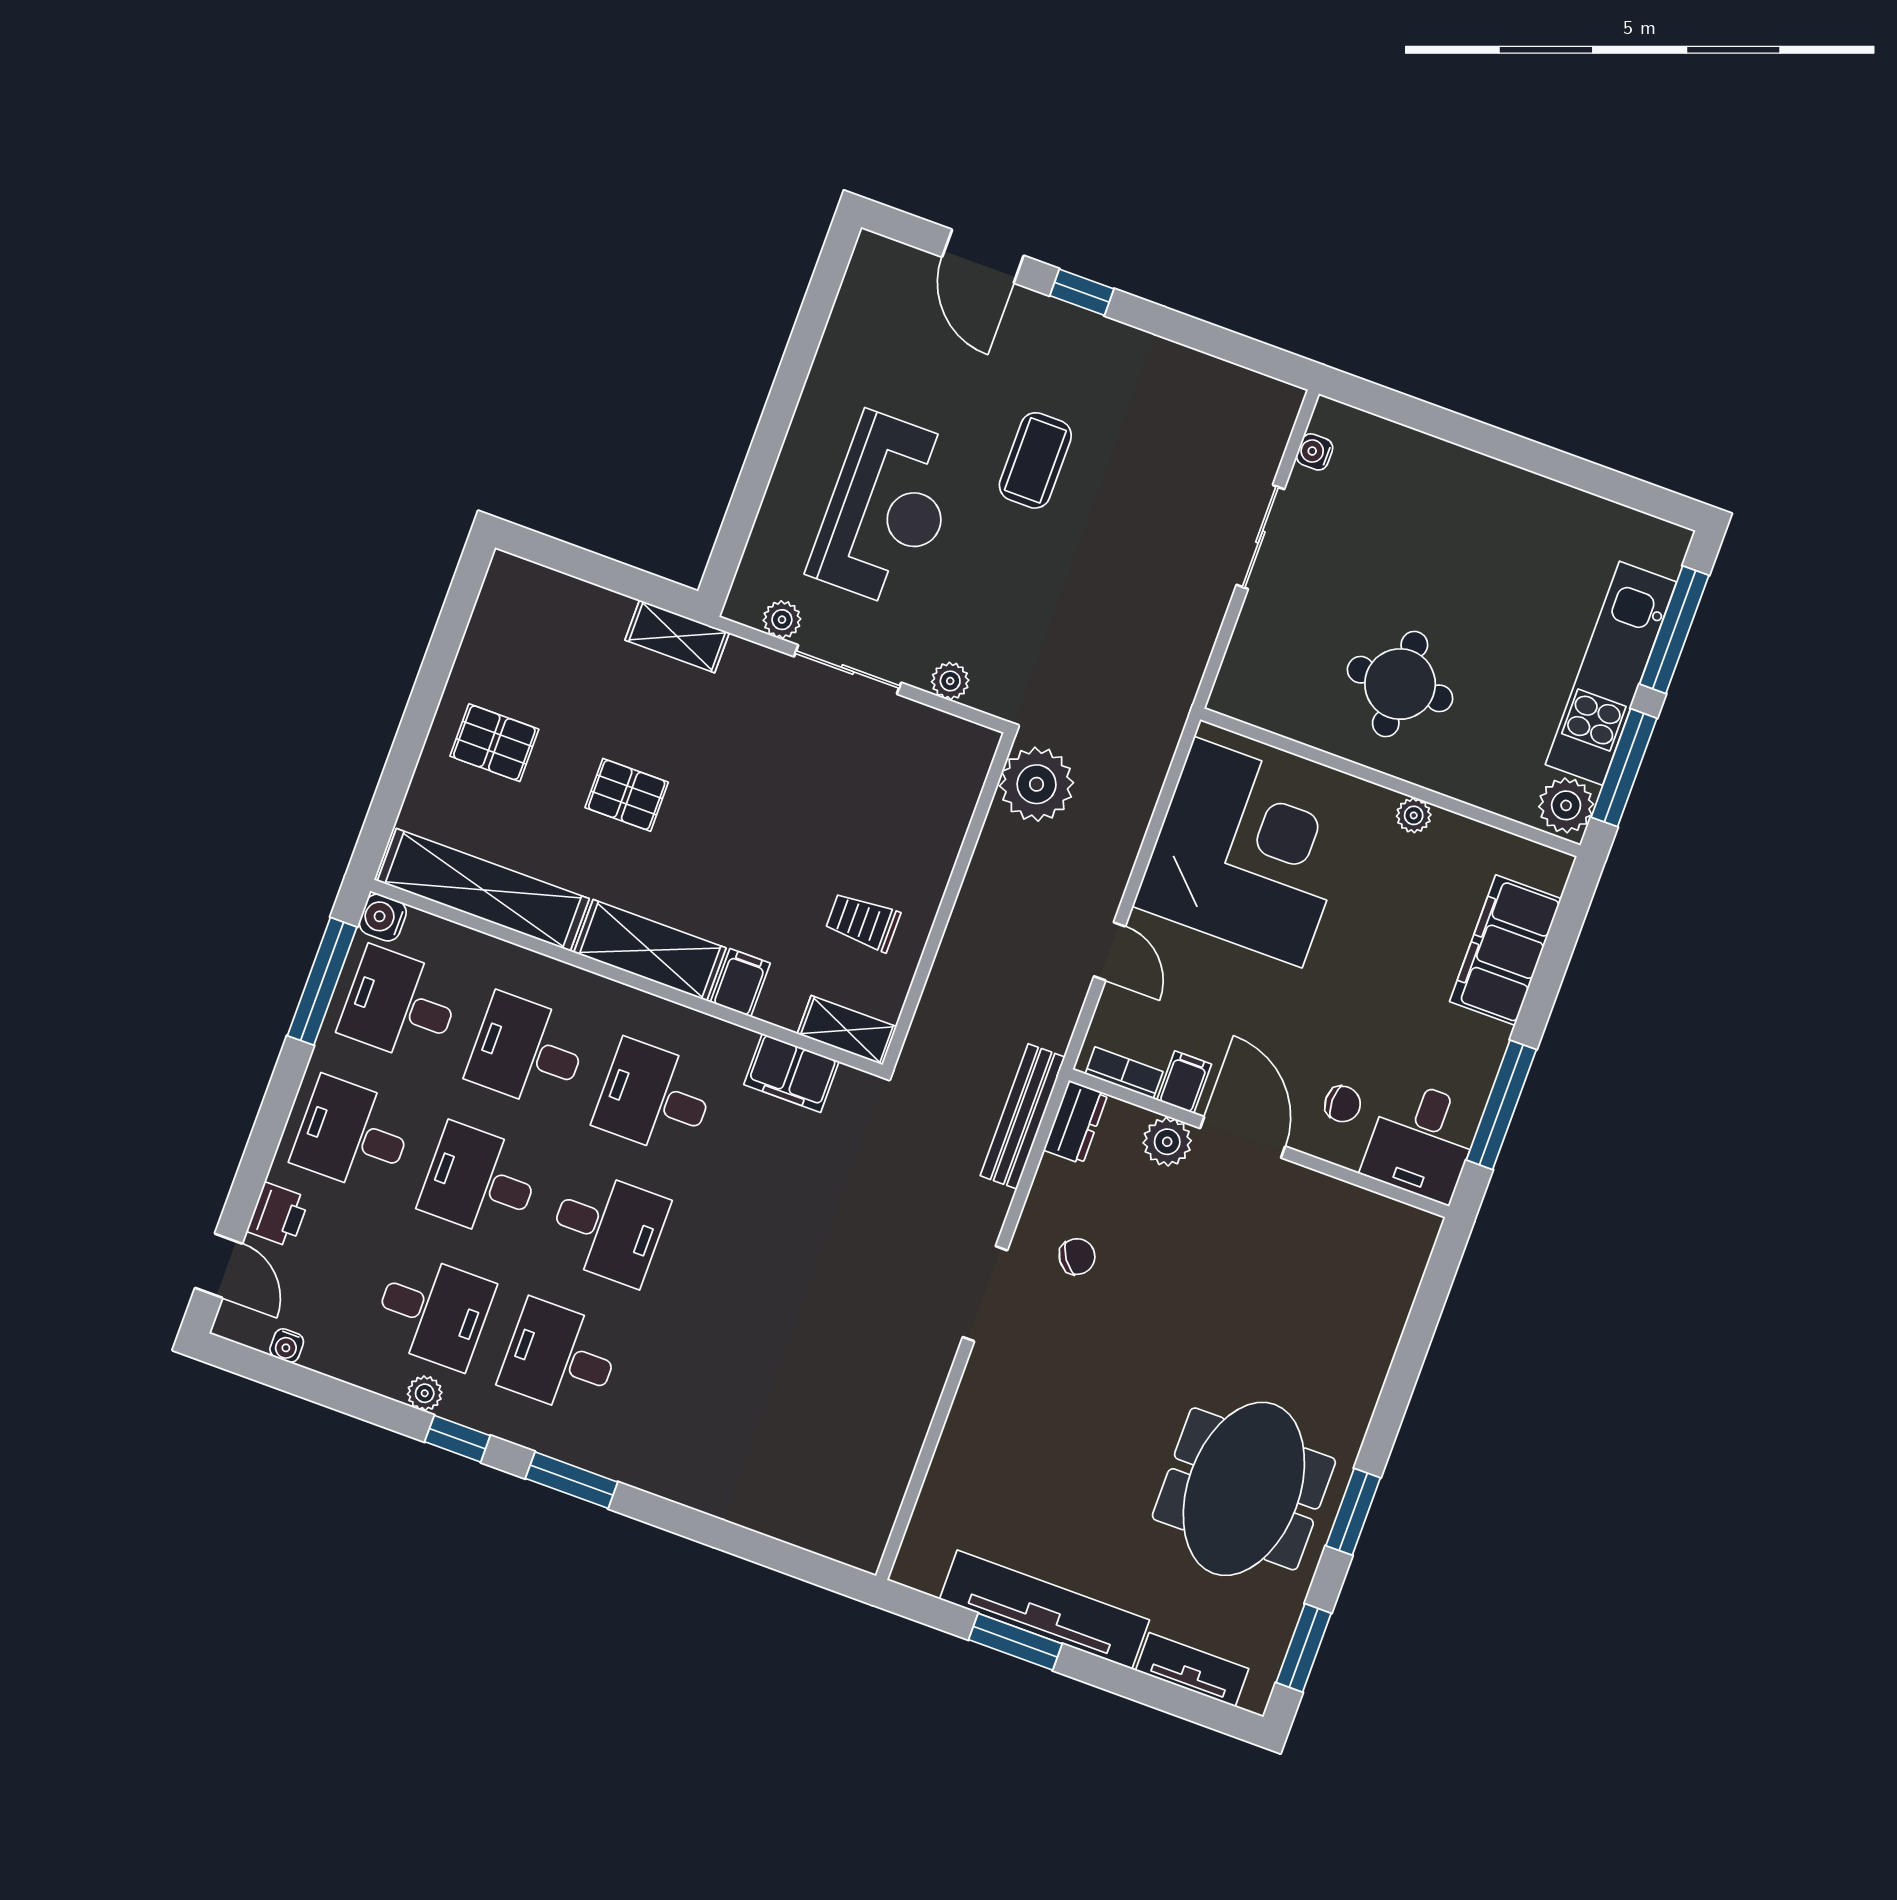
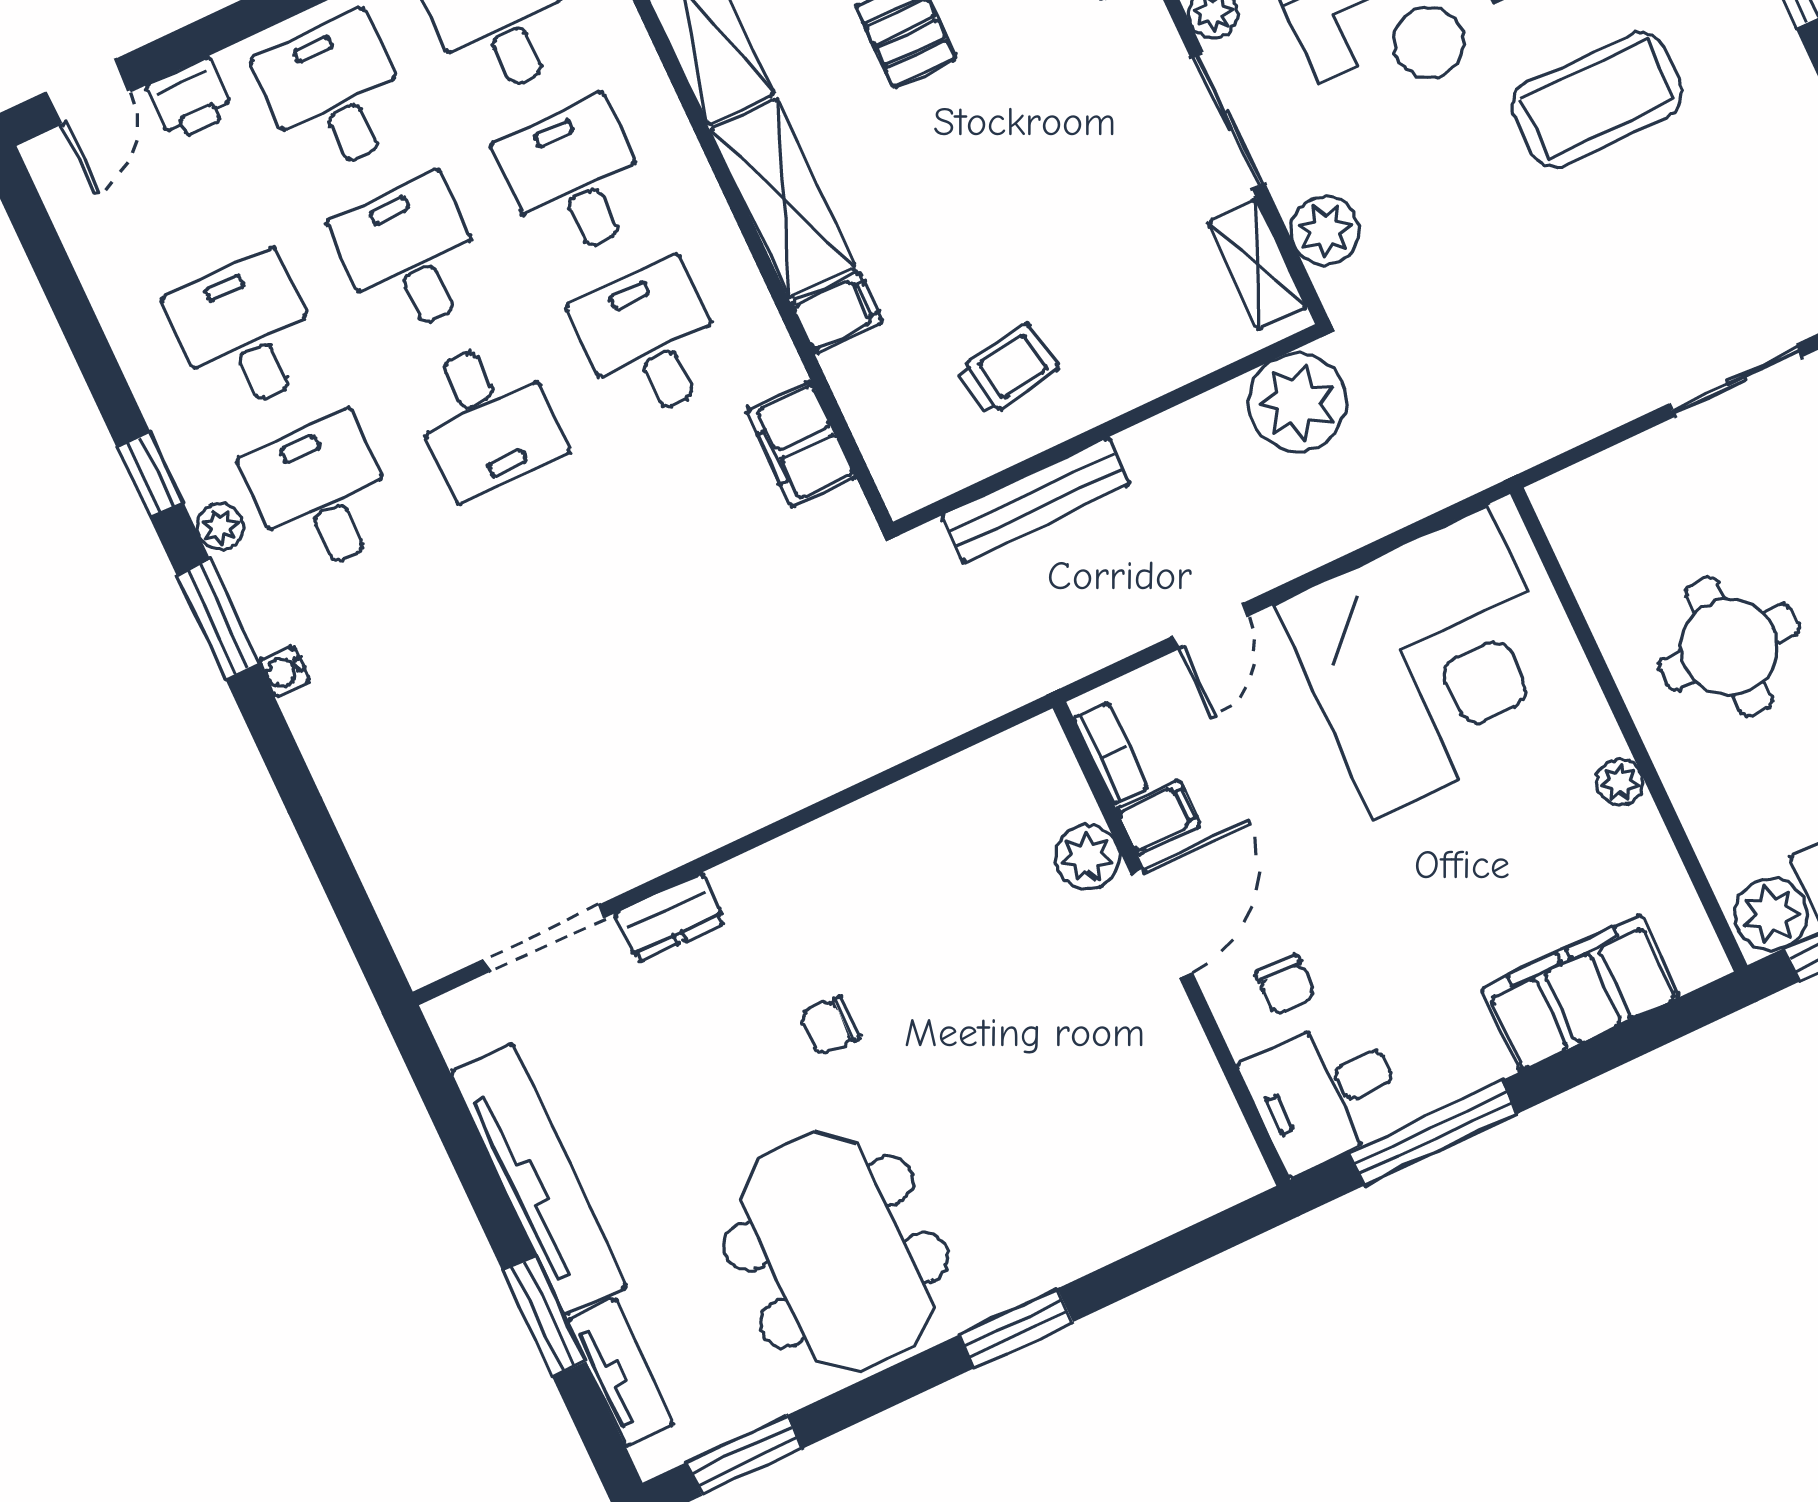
coffee table: (1035, 460) -> (1597, 100), width x1.36, depth x1.32
plant: (950, 681) -> (1325, 231), width x1.38, depth x1.38
trolley: (863, 922) -> (1008, 370), turned 81
shelving: (847, 1030) -> (1257, 265), moved
bench: (1023, 1116) -> (1036, 500), moved
dresser: (1076, 1122) -> (670, 918), moved
chair: (1077, 1257) -> (830, 1026), moved, turned 125
doorway: (985, 1294) -> (544, 939), moved
desk: (433, 1311) -> (246, 333), turned 180
water cooler: (287, 1346) -> (284, 671), moved
plant: (425, 1393) -> (220, 527), moved
meeting table: (1244, 1489) -> (836, 1252), turned 90
window: (1353, 1512) -> (1016, 1328), moved
window: (1015, 1642) -> (544, 1316), moved

